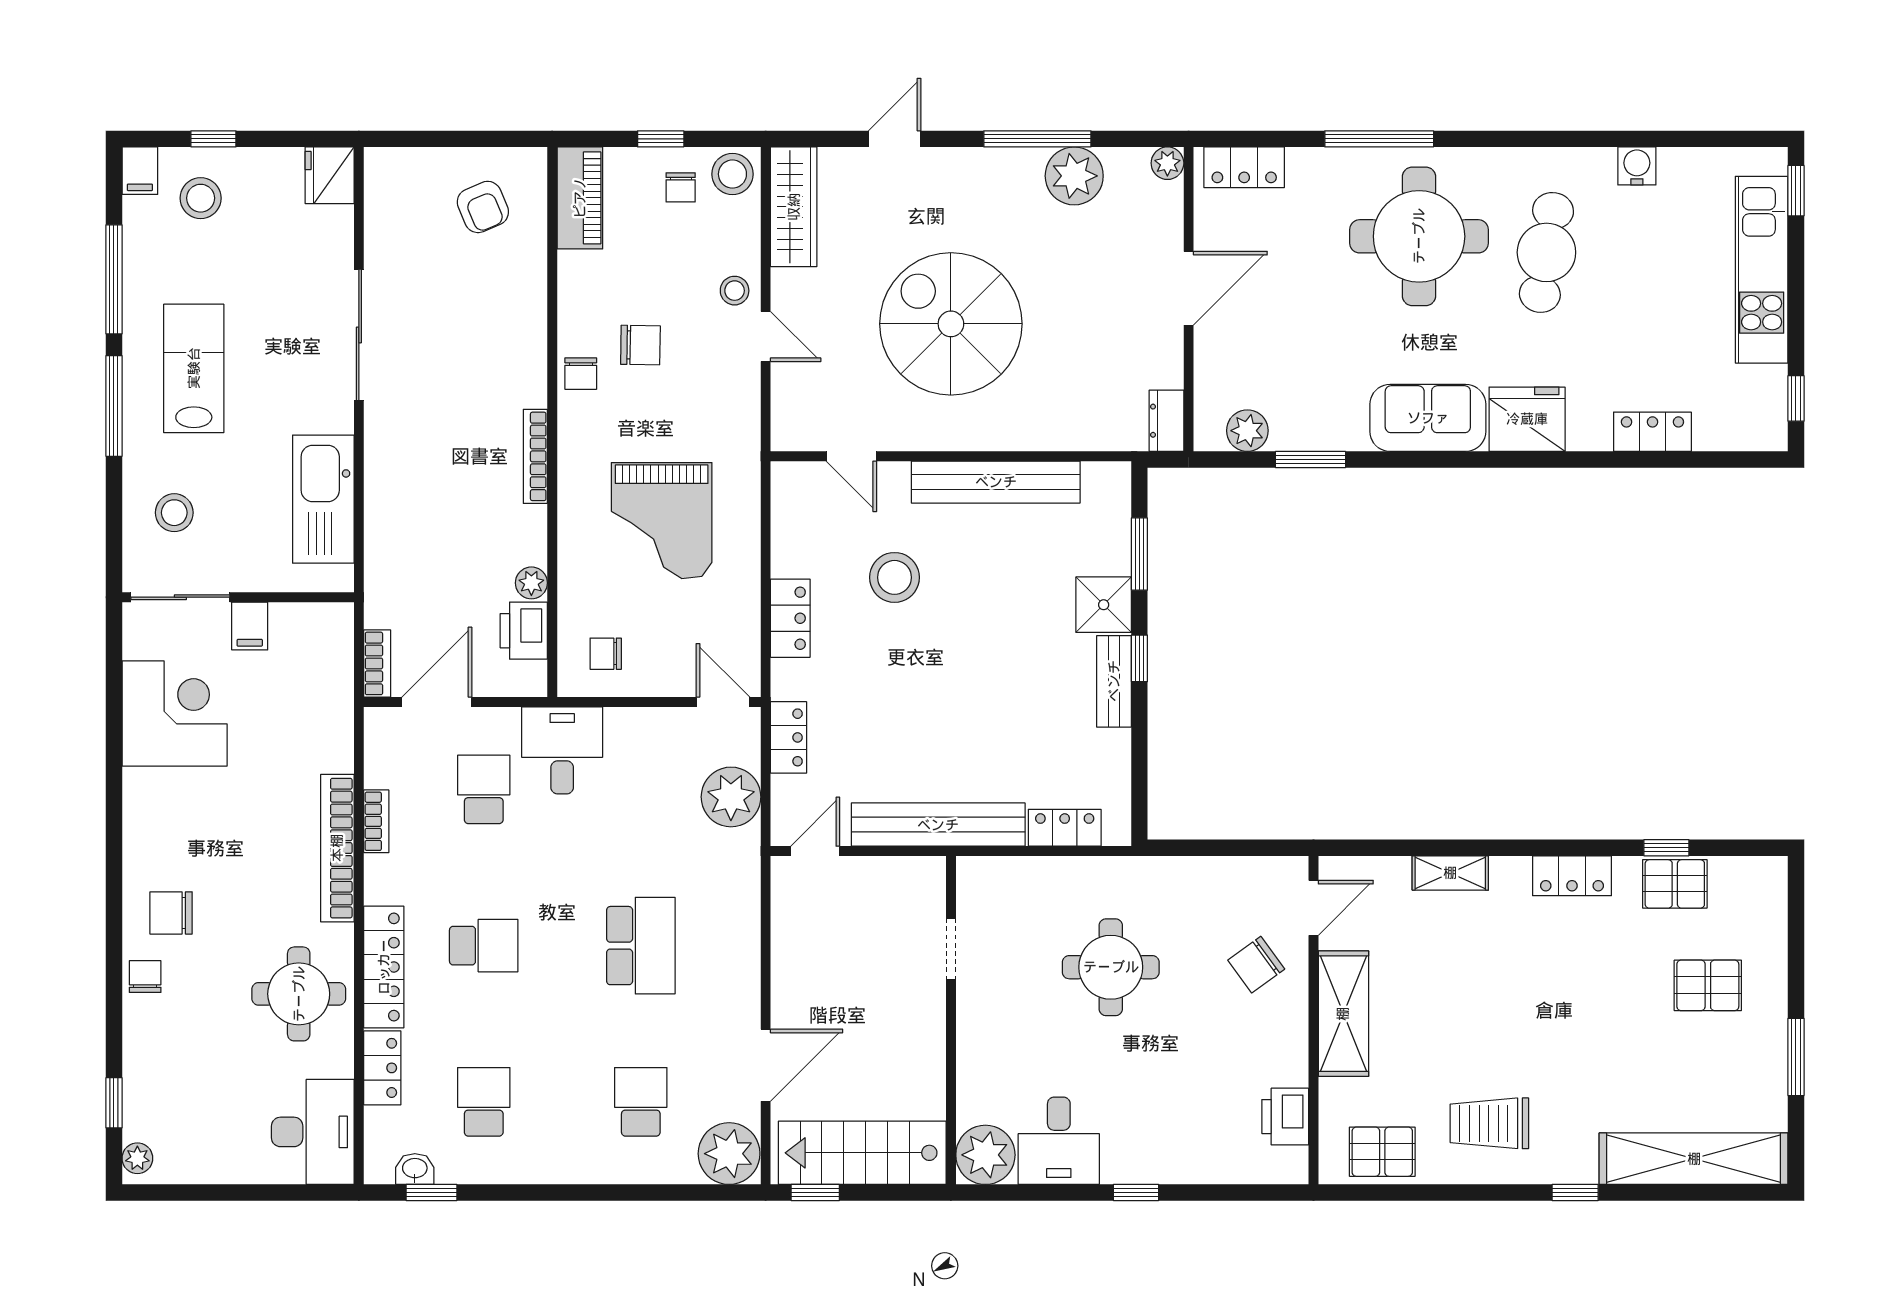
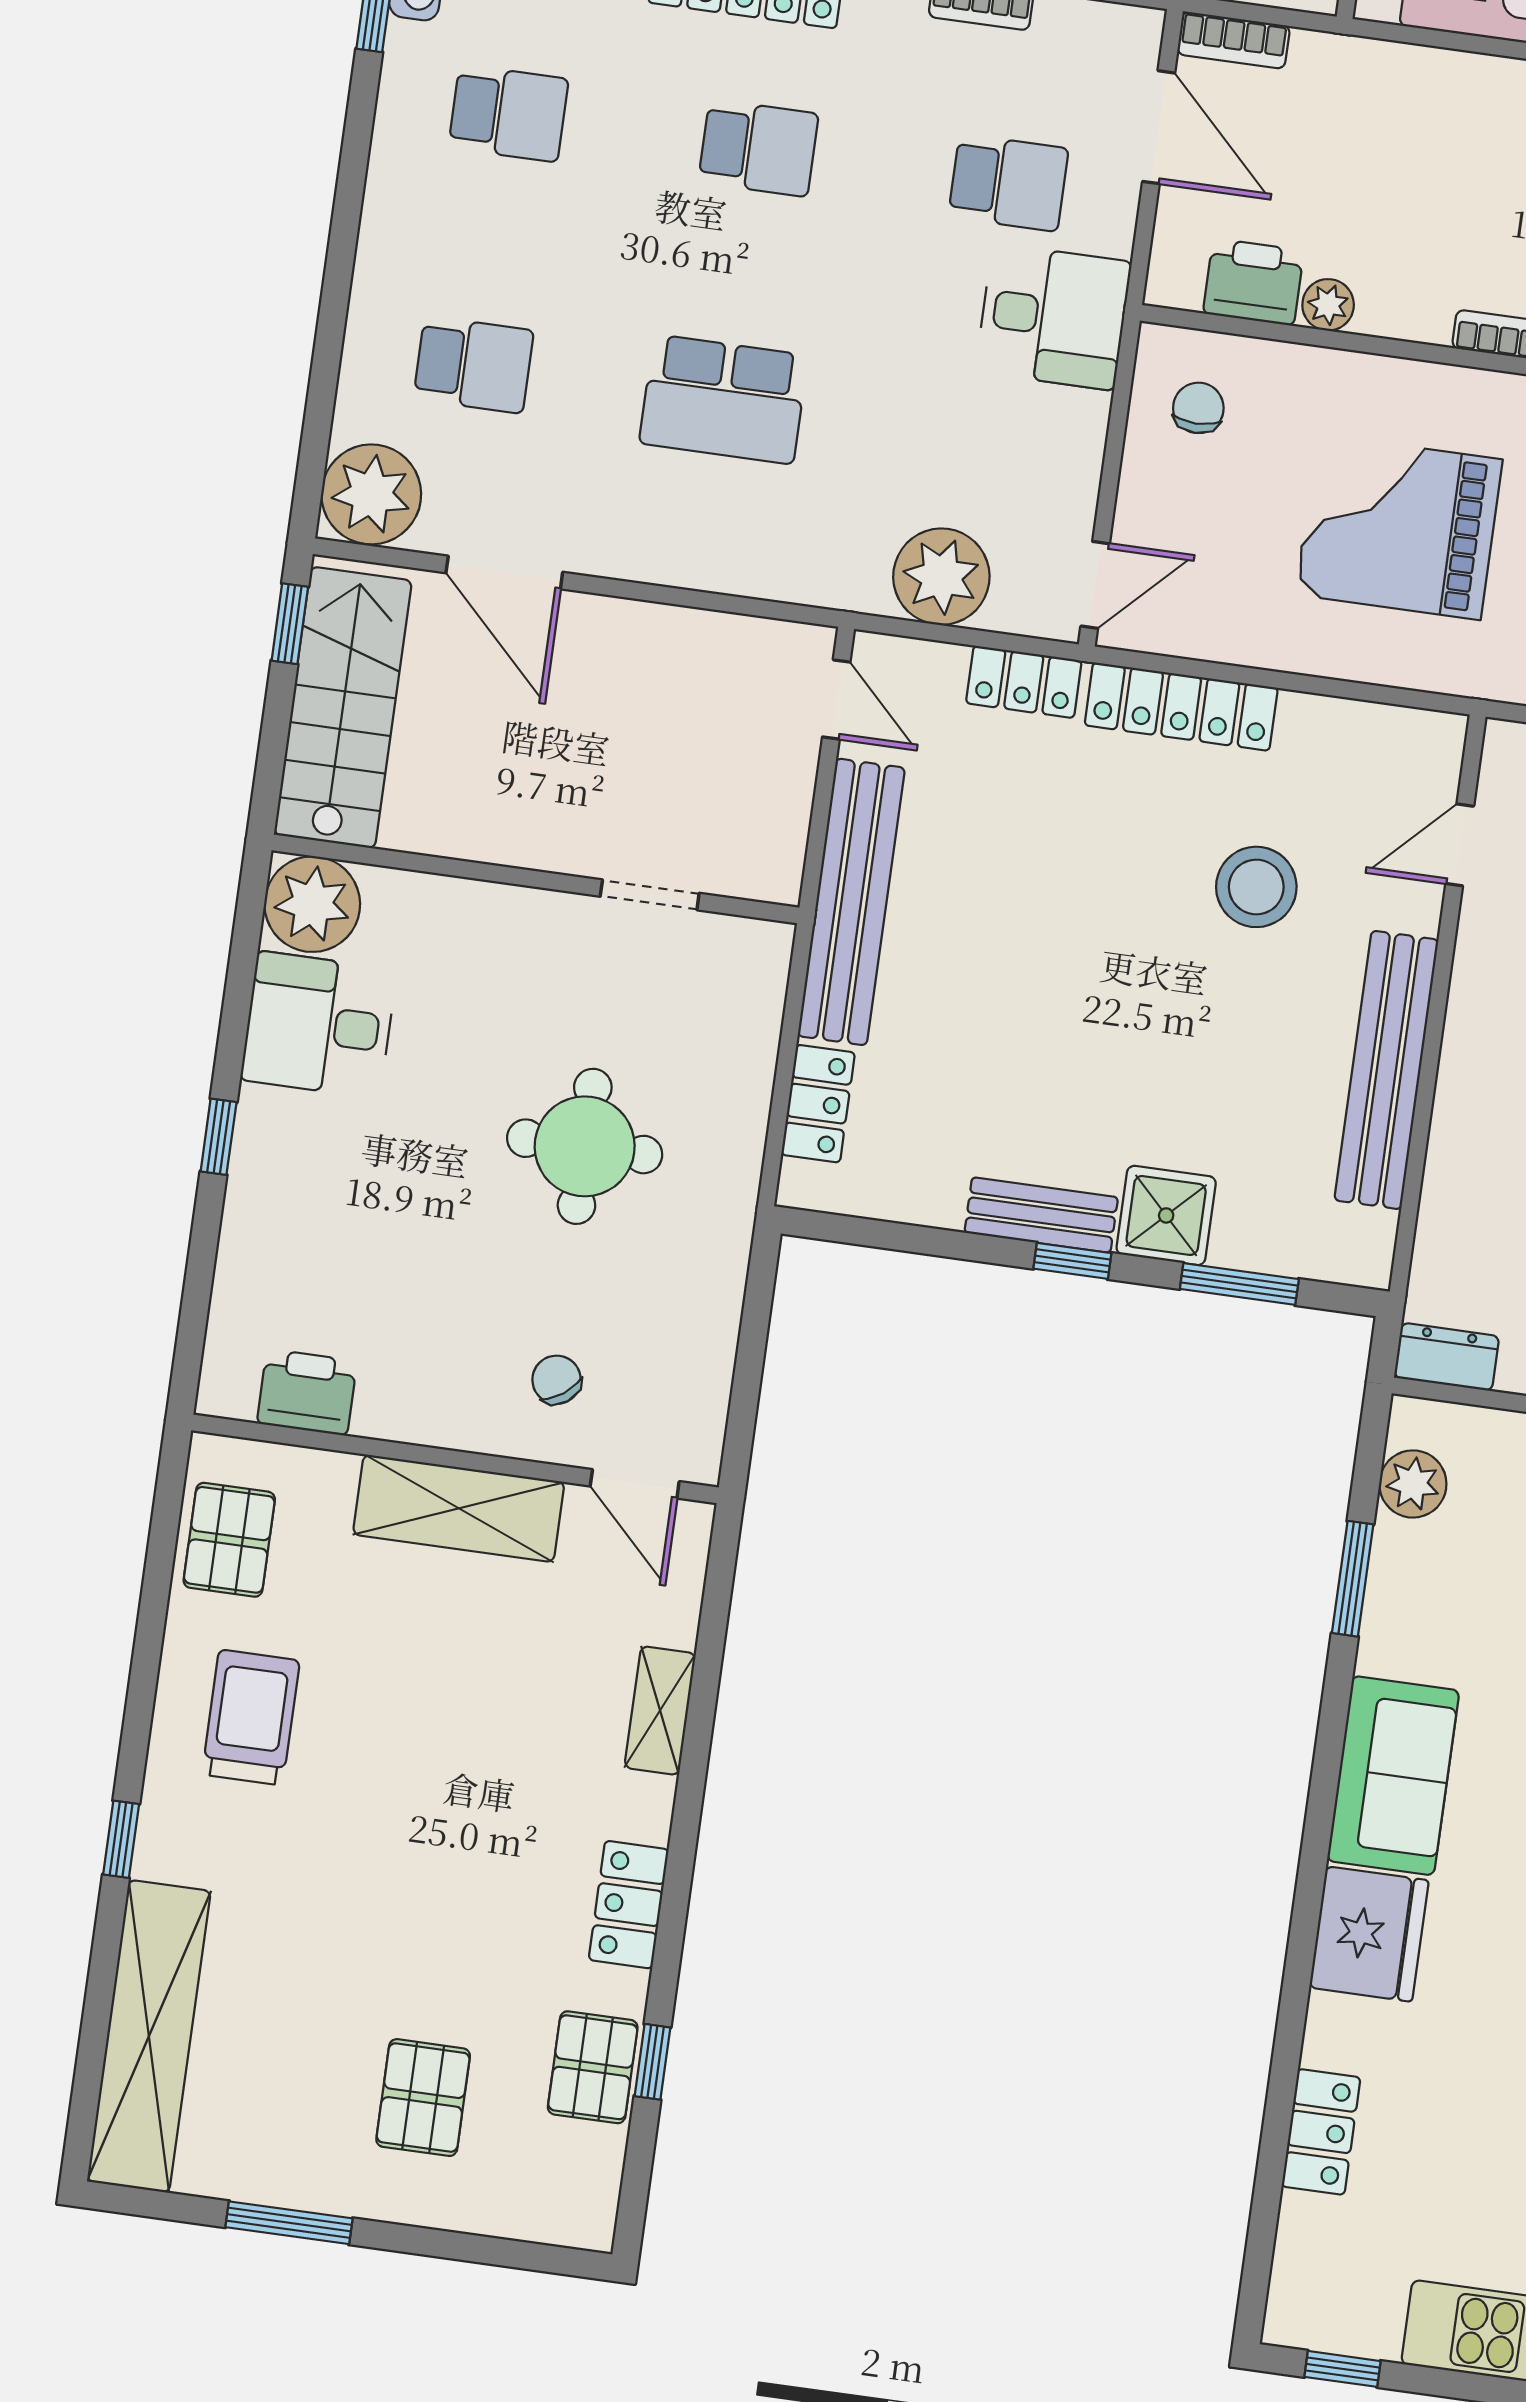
locker: (790, 618) -> (1181, 707), width x1.53
school desk: (484, 946) -> (758, 148), turned -90
chair: (1256, 965) -> (557, 1380), width x0.73, depth x0.73

